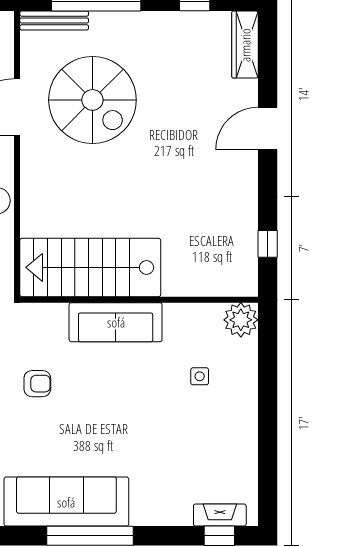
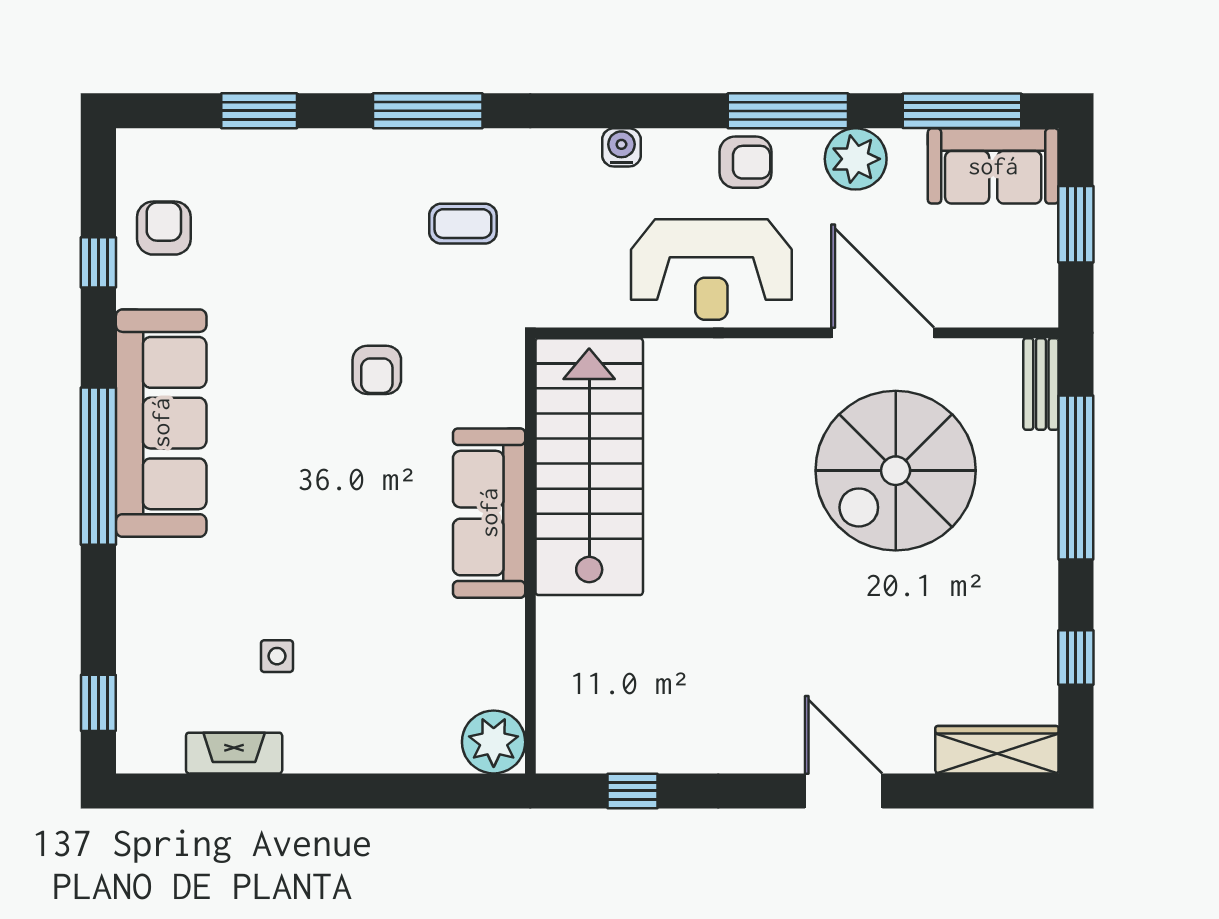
bench: (54, 20) -> (1041, 384), width x0.73
side table: (200, 376) -> (277, 656), moved
fireplace: (220, 515) -> (234, 753), moved, turned -90

